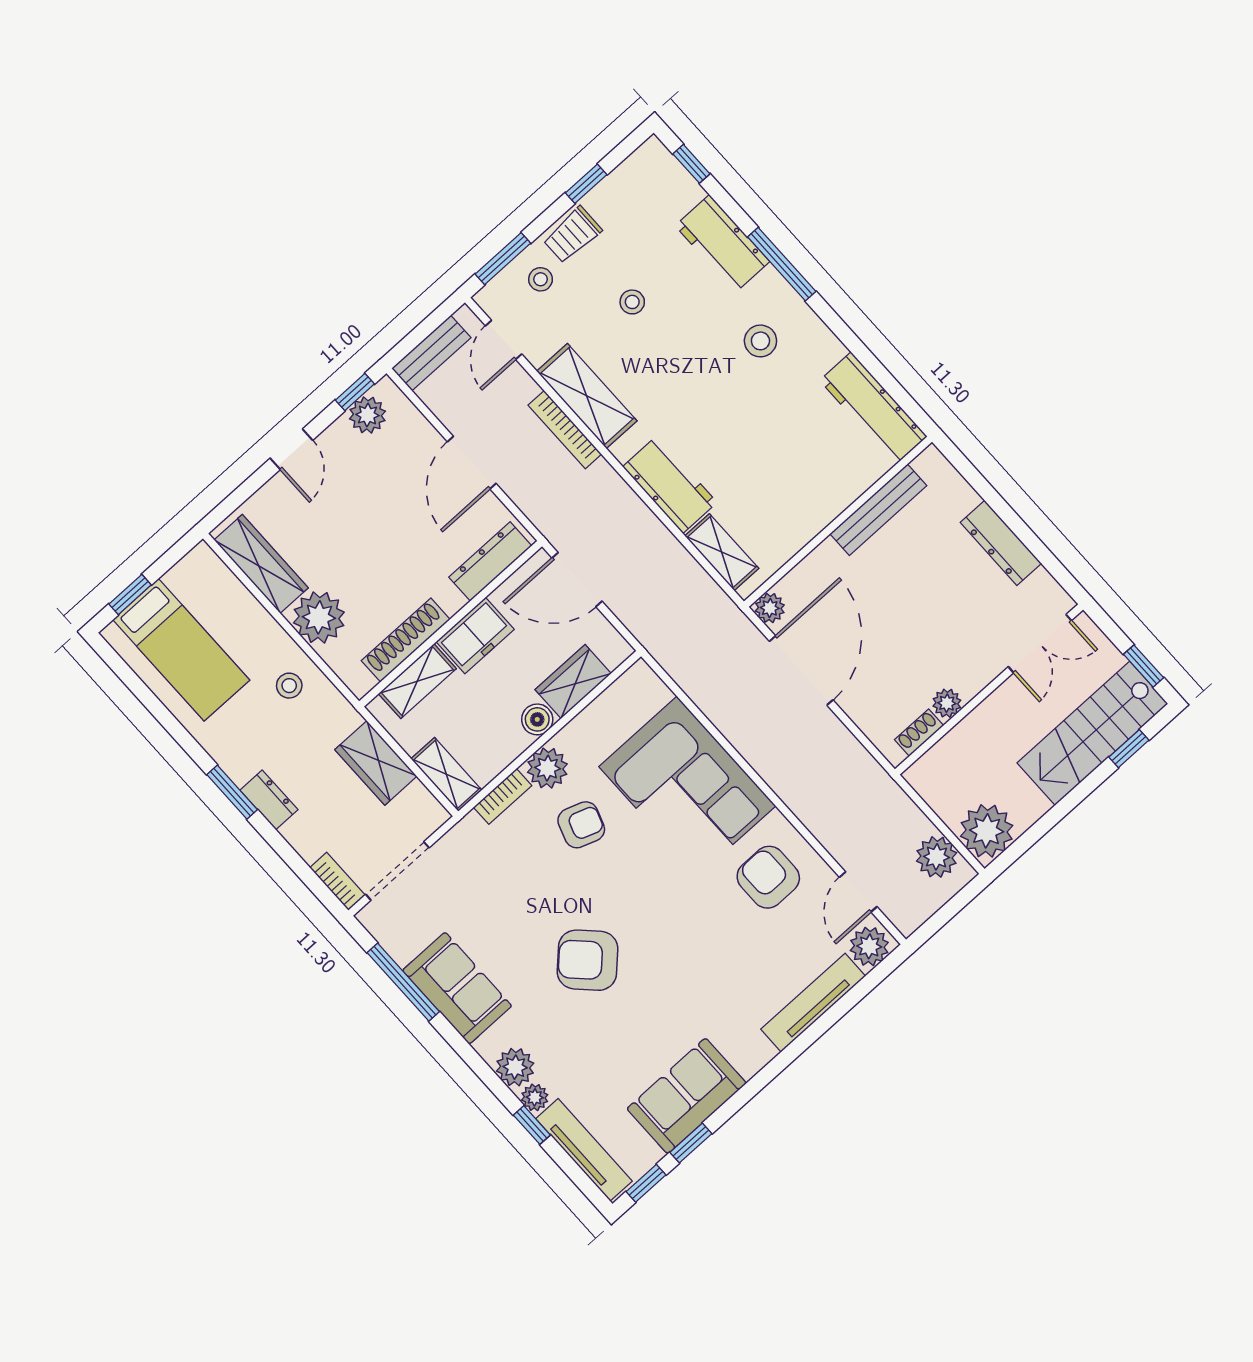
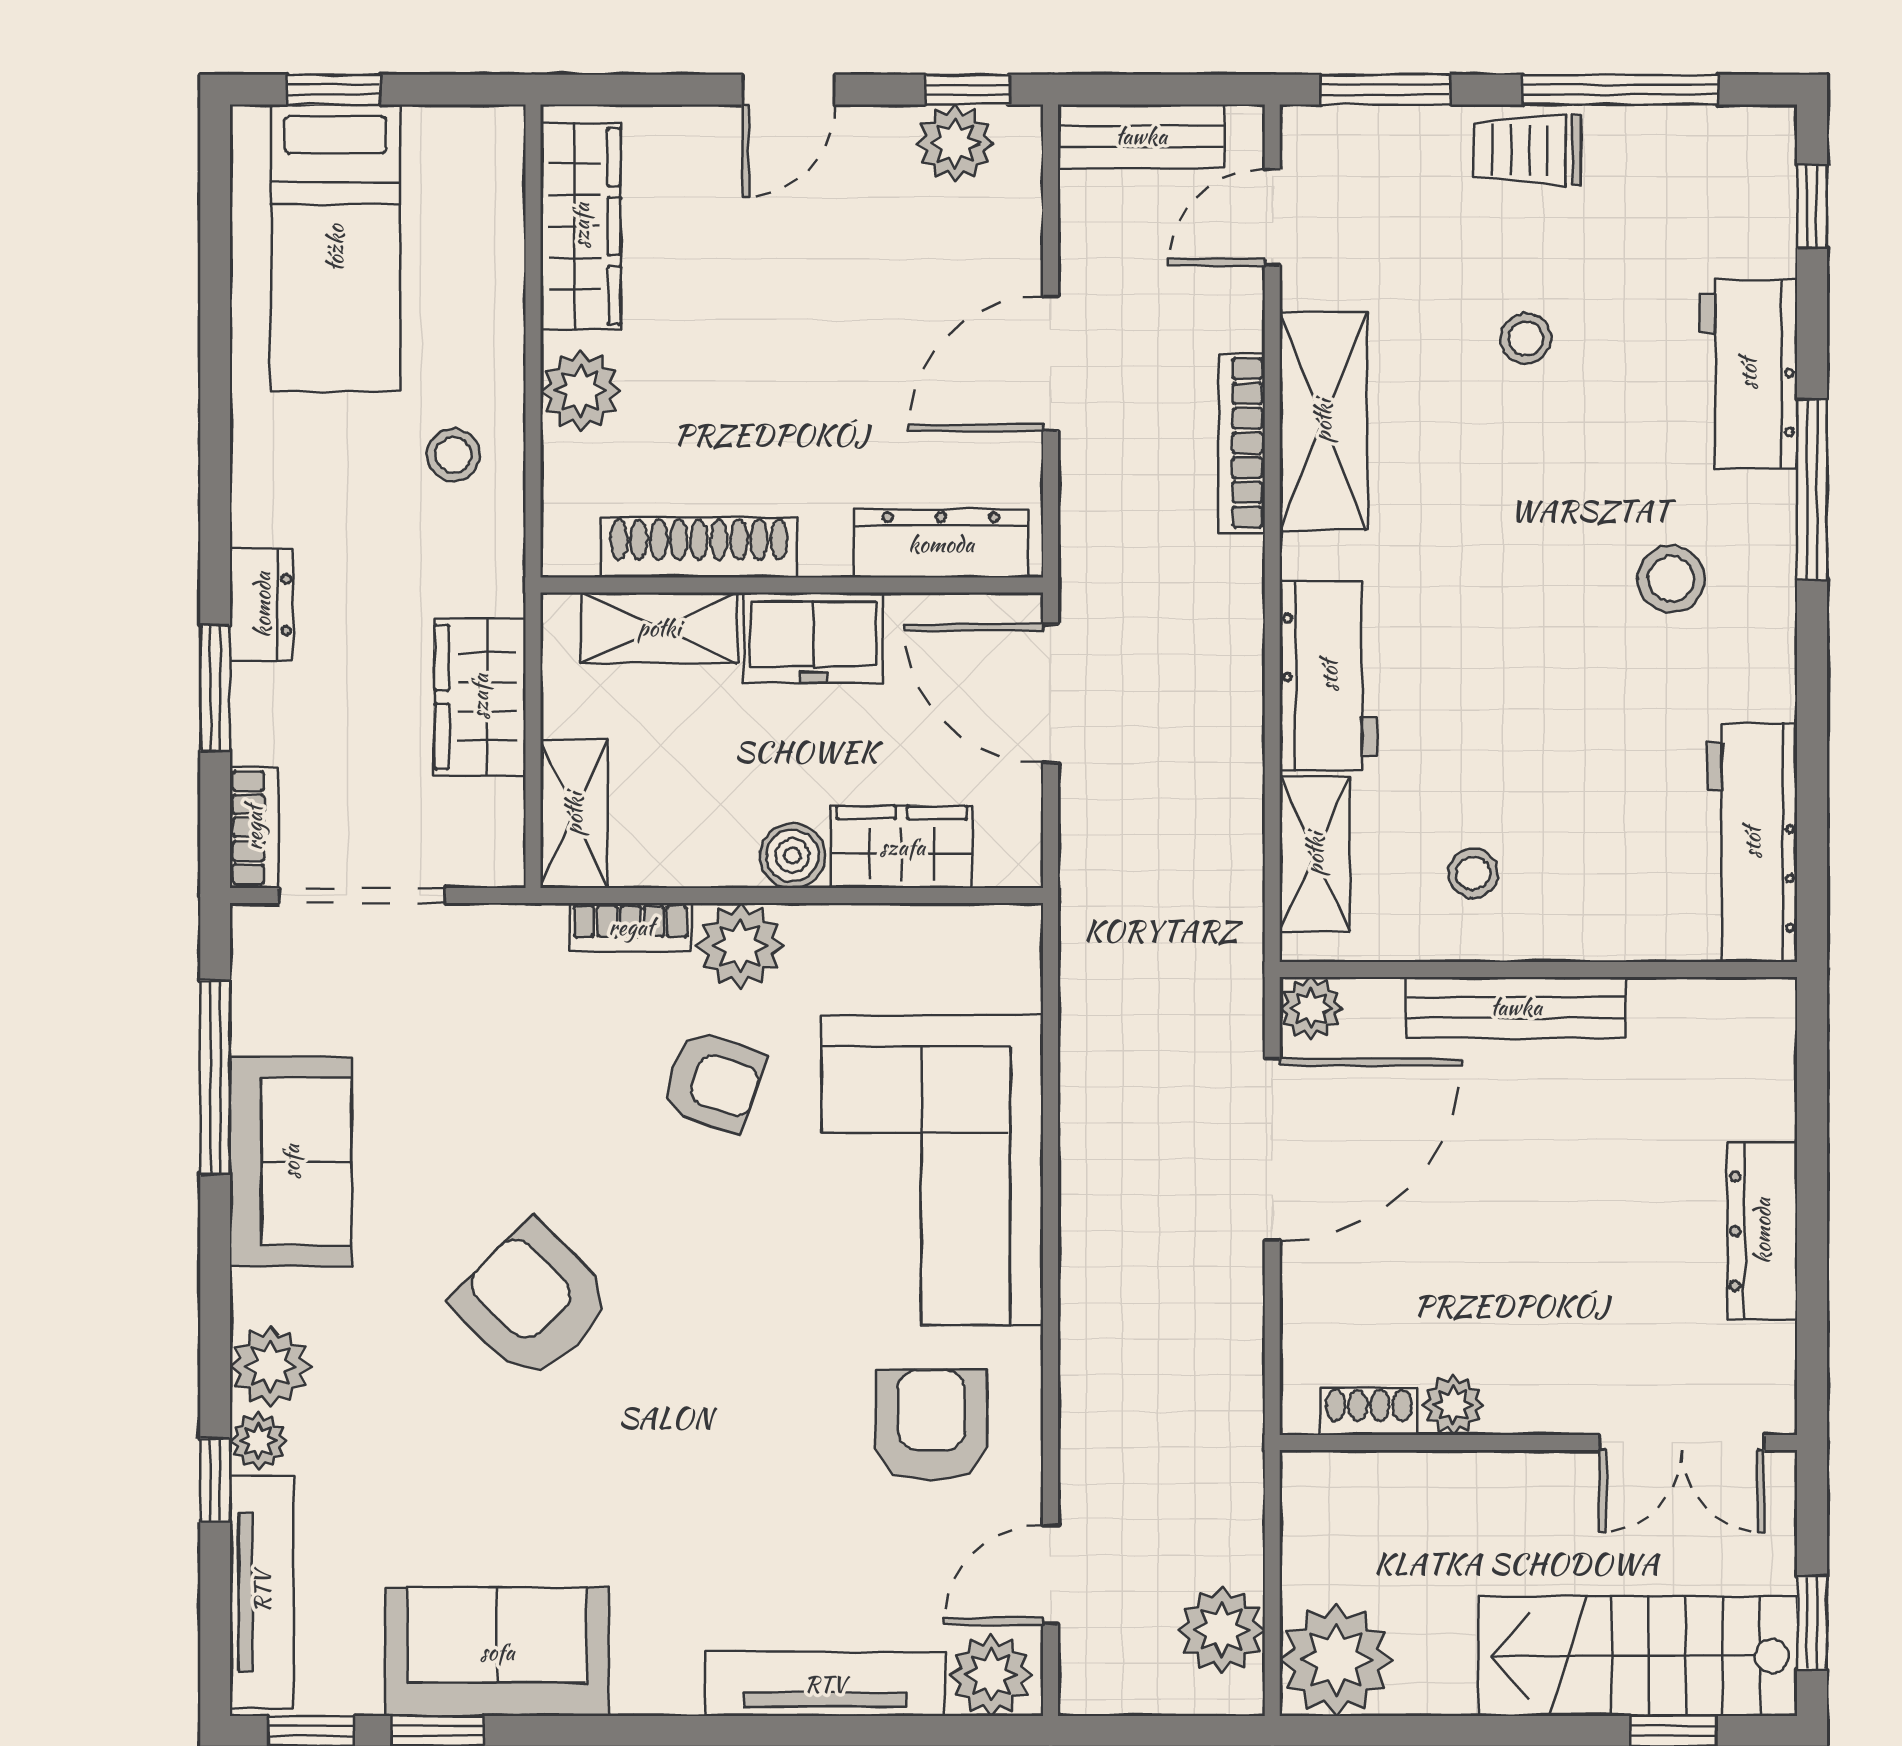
window: (586, 184) -> (1620, 90), width x2.17
stool: (541, 279) -> (1473, 873), moved
bench: (878, 510) -> (1516, 1007), moved
plant: (319, 617) -> (581, 391), width x0.73, depth x0.73
window: (232, 792) -> (215, 688), moved

